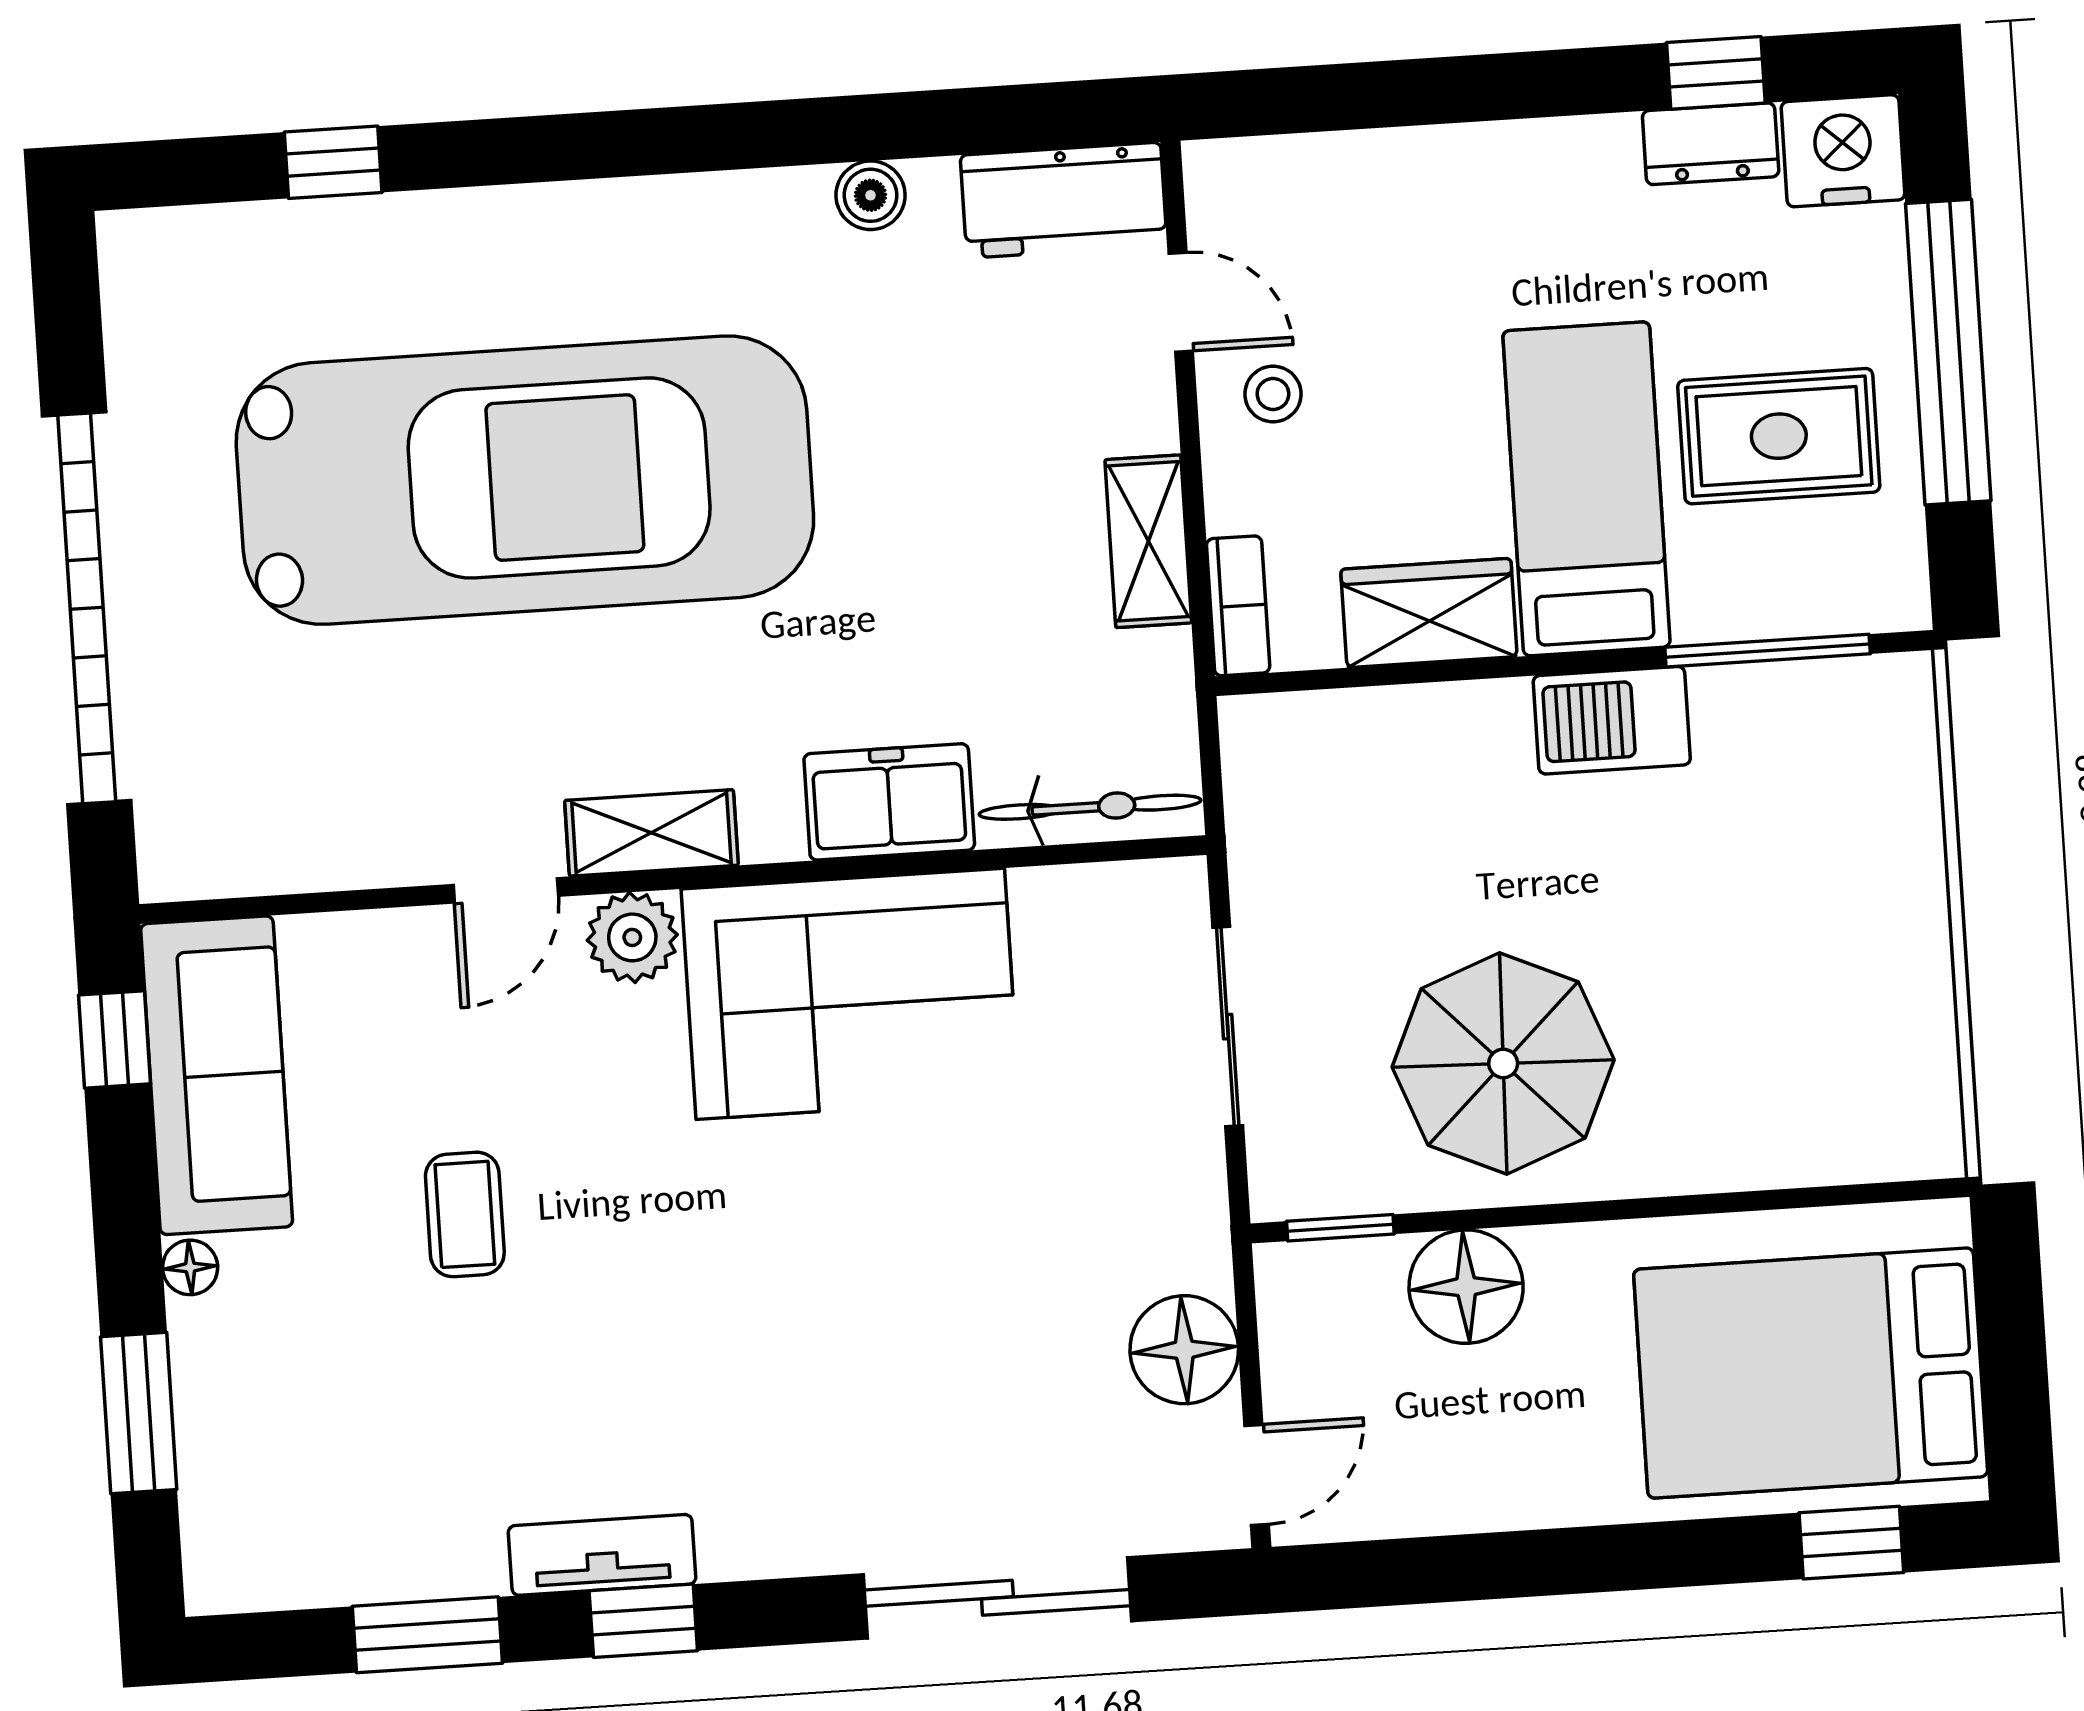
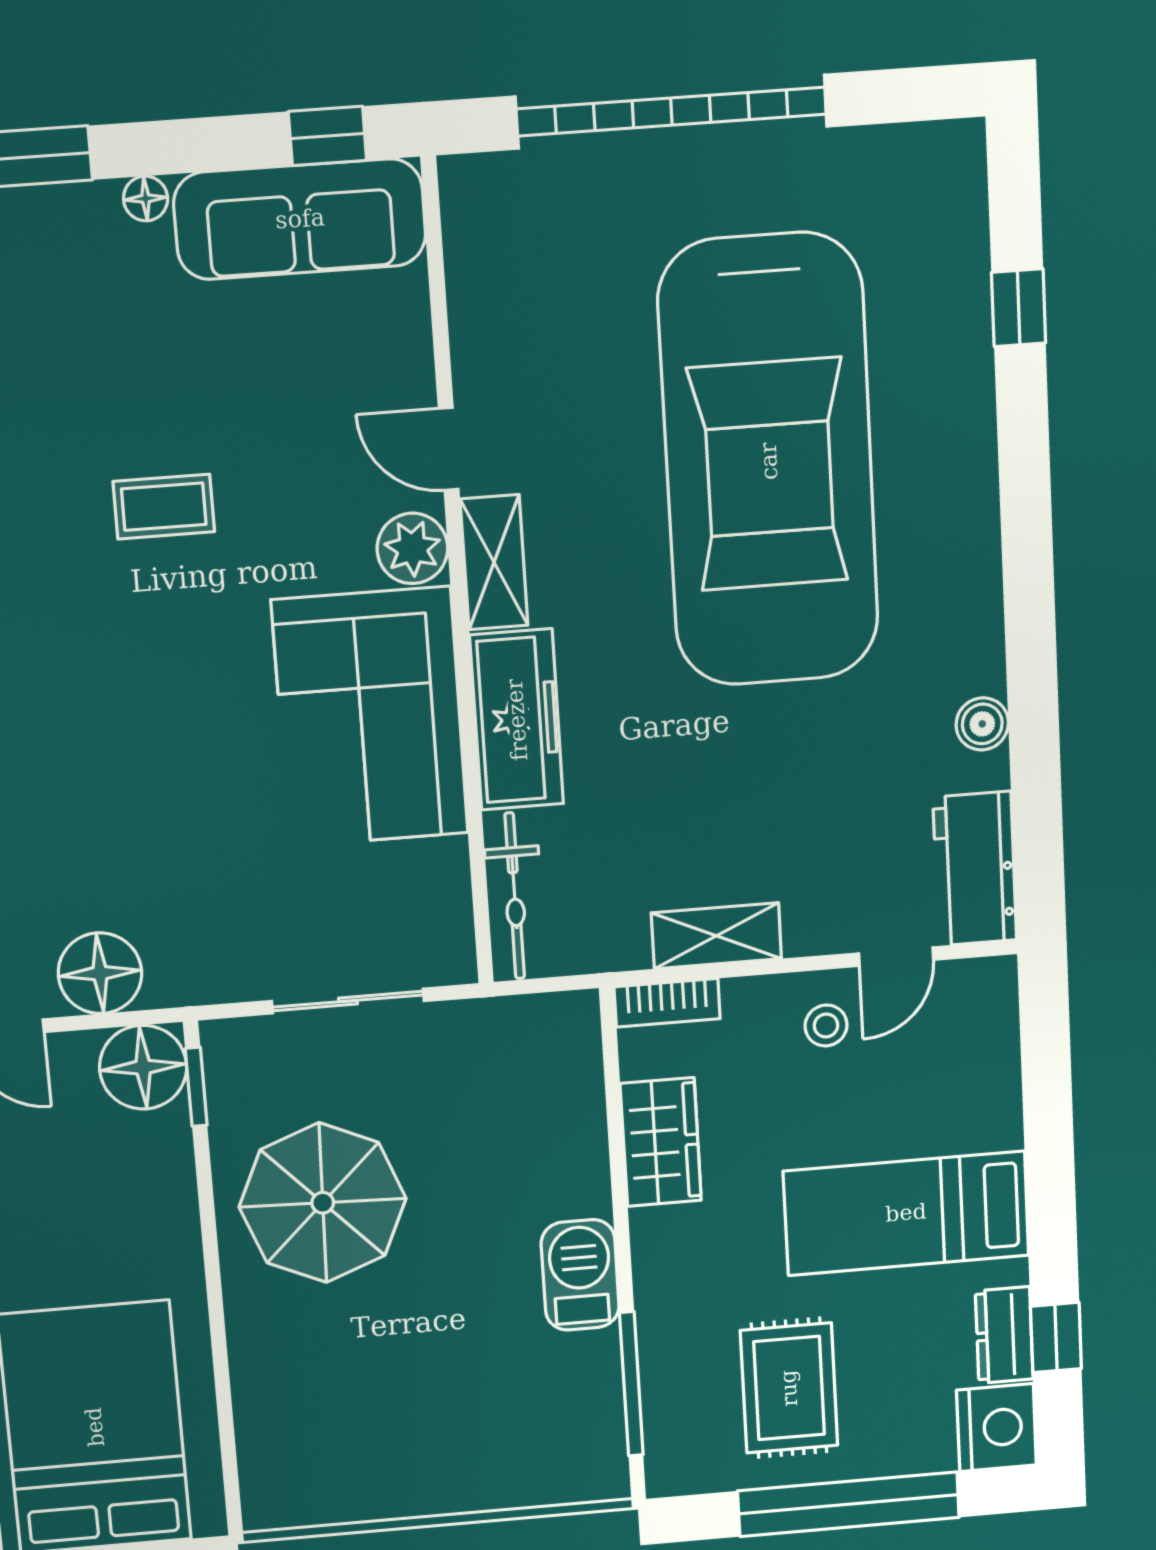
bed: (1586, 489) -> (906, 1213), moved, turned 180
freezer: (889, 802) -> (517, 720), width x1.40
coffee table: (465, 1214) -> (164, 507), moved
floor lamp: (1466, 1287) -> (143, 1067), moved

